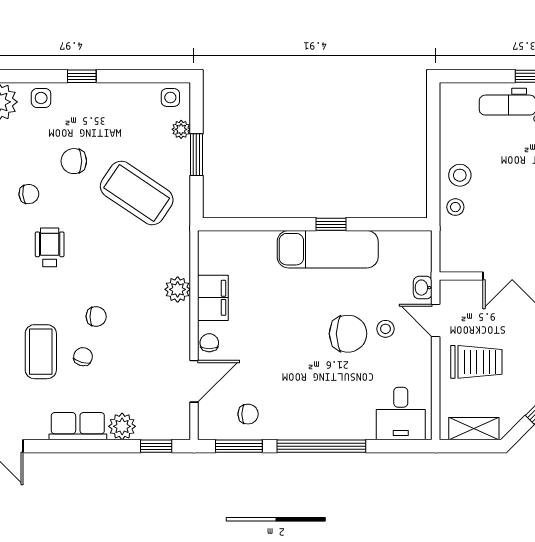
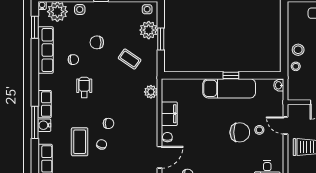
plant: (181, 129) -> (149, 30), width x1.88, depth x1.88
coffee table: (137, 193) -> (130, 59), width x0.54, depth x0.58
washbasin: (423, 288) -> (279, 85), moved
plant: (178, 289) -> (151, 92), moved

